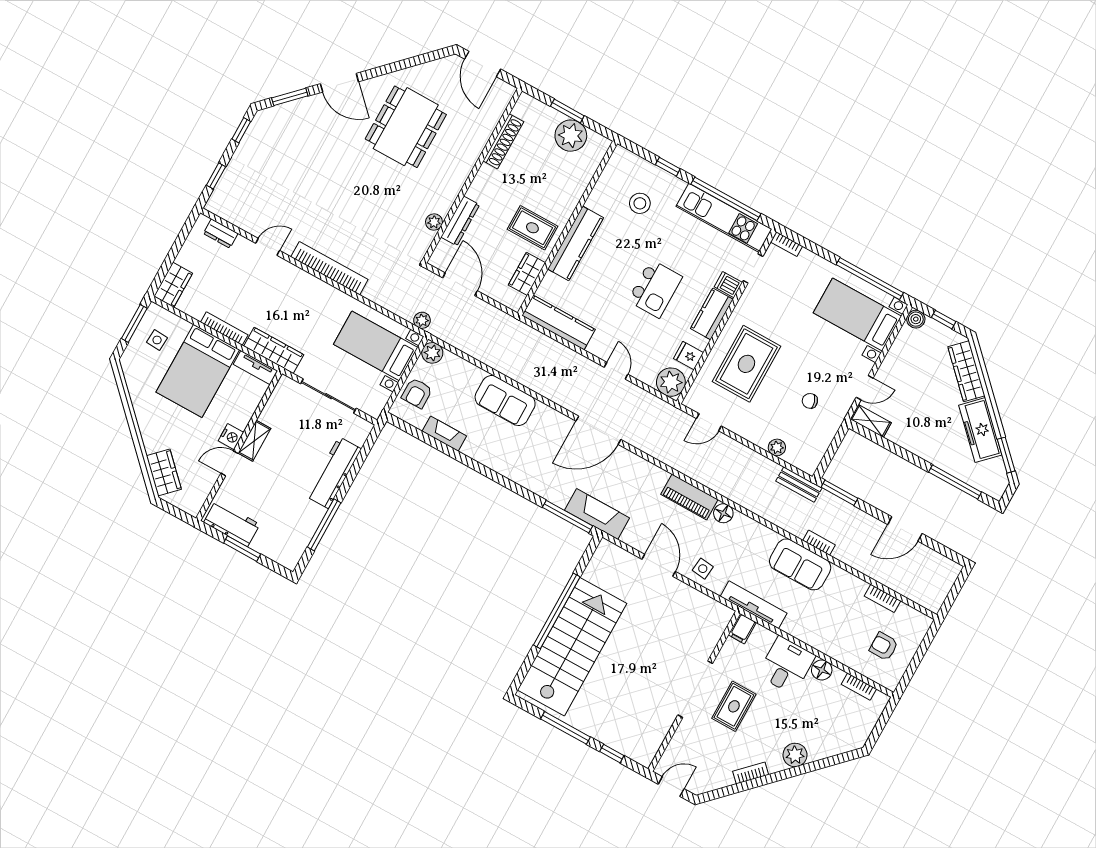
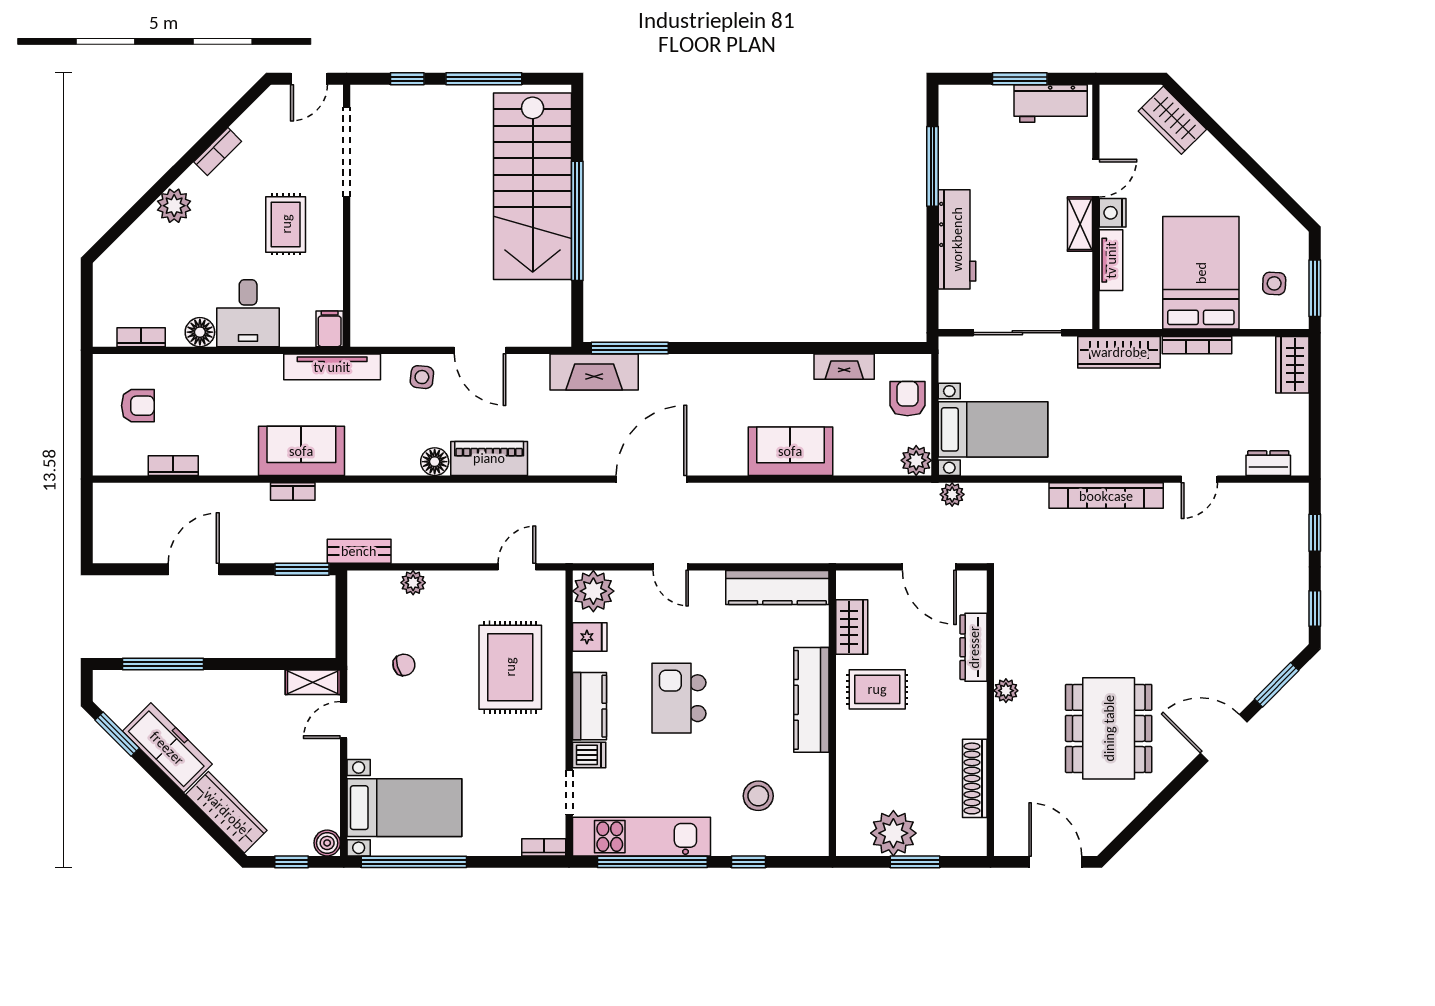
plant: (434, 222) -> (1006, 691), moved
tv unit: (256, 368) -> (1111, 260), moved, turned 90
doorway: (695, 689) -> (347, 152), moved

